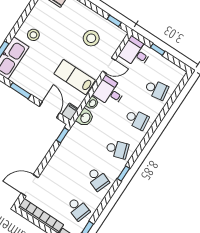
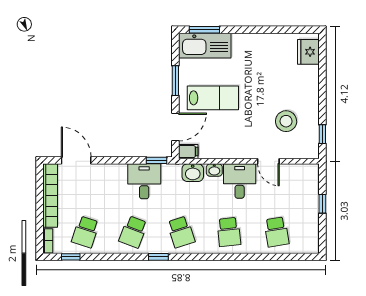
stool: (33, 35) -> (247, 54), removed
desk: (136, 53) -> (144, 181), moved
lab bench: (75, 77) -> (213, 98), moved, turned 90

